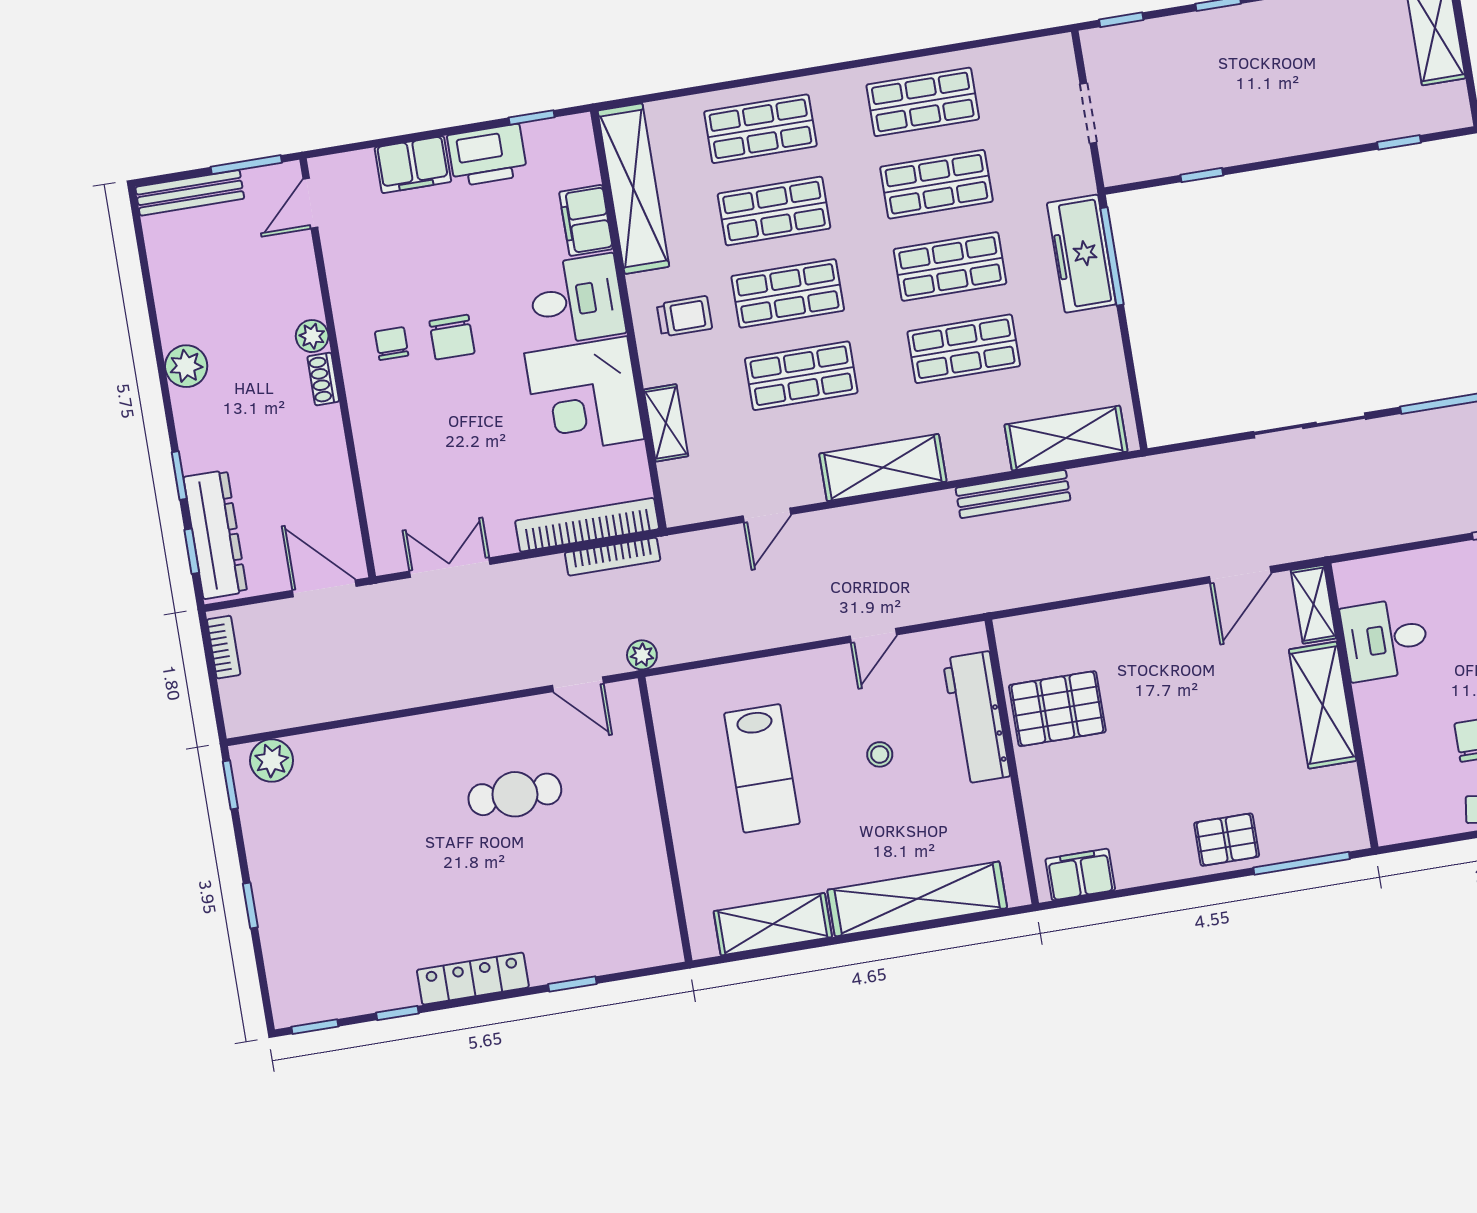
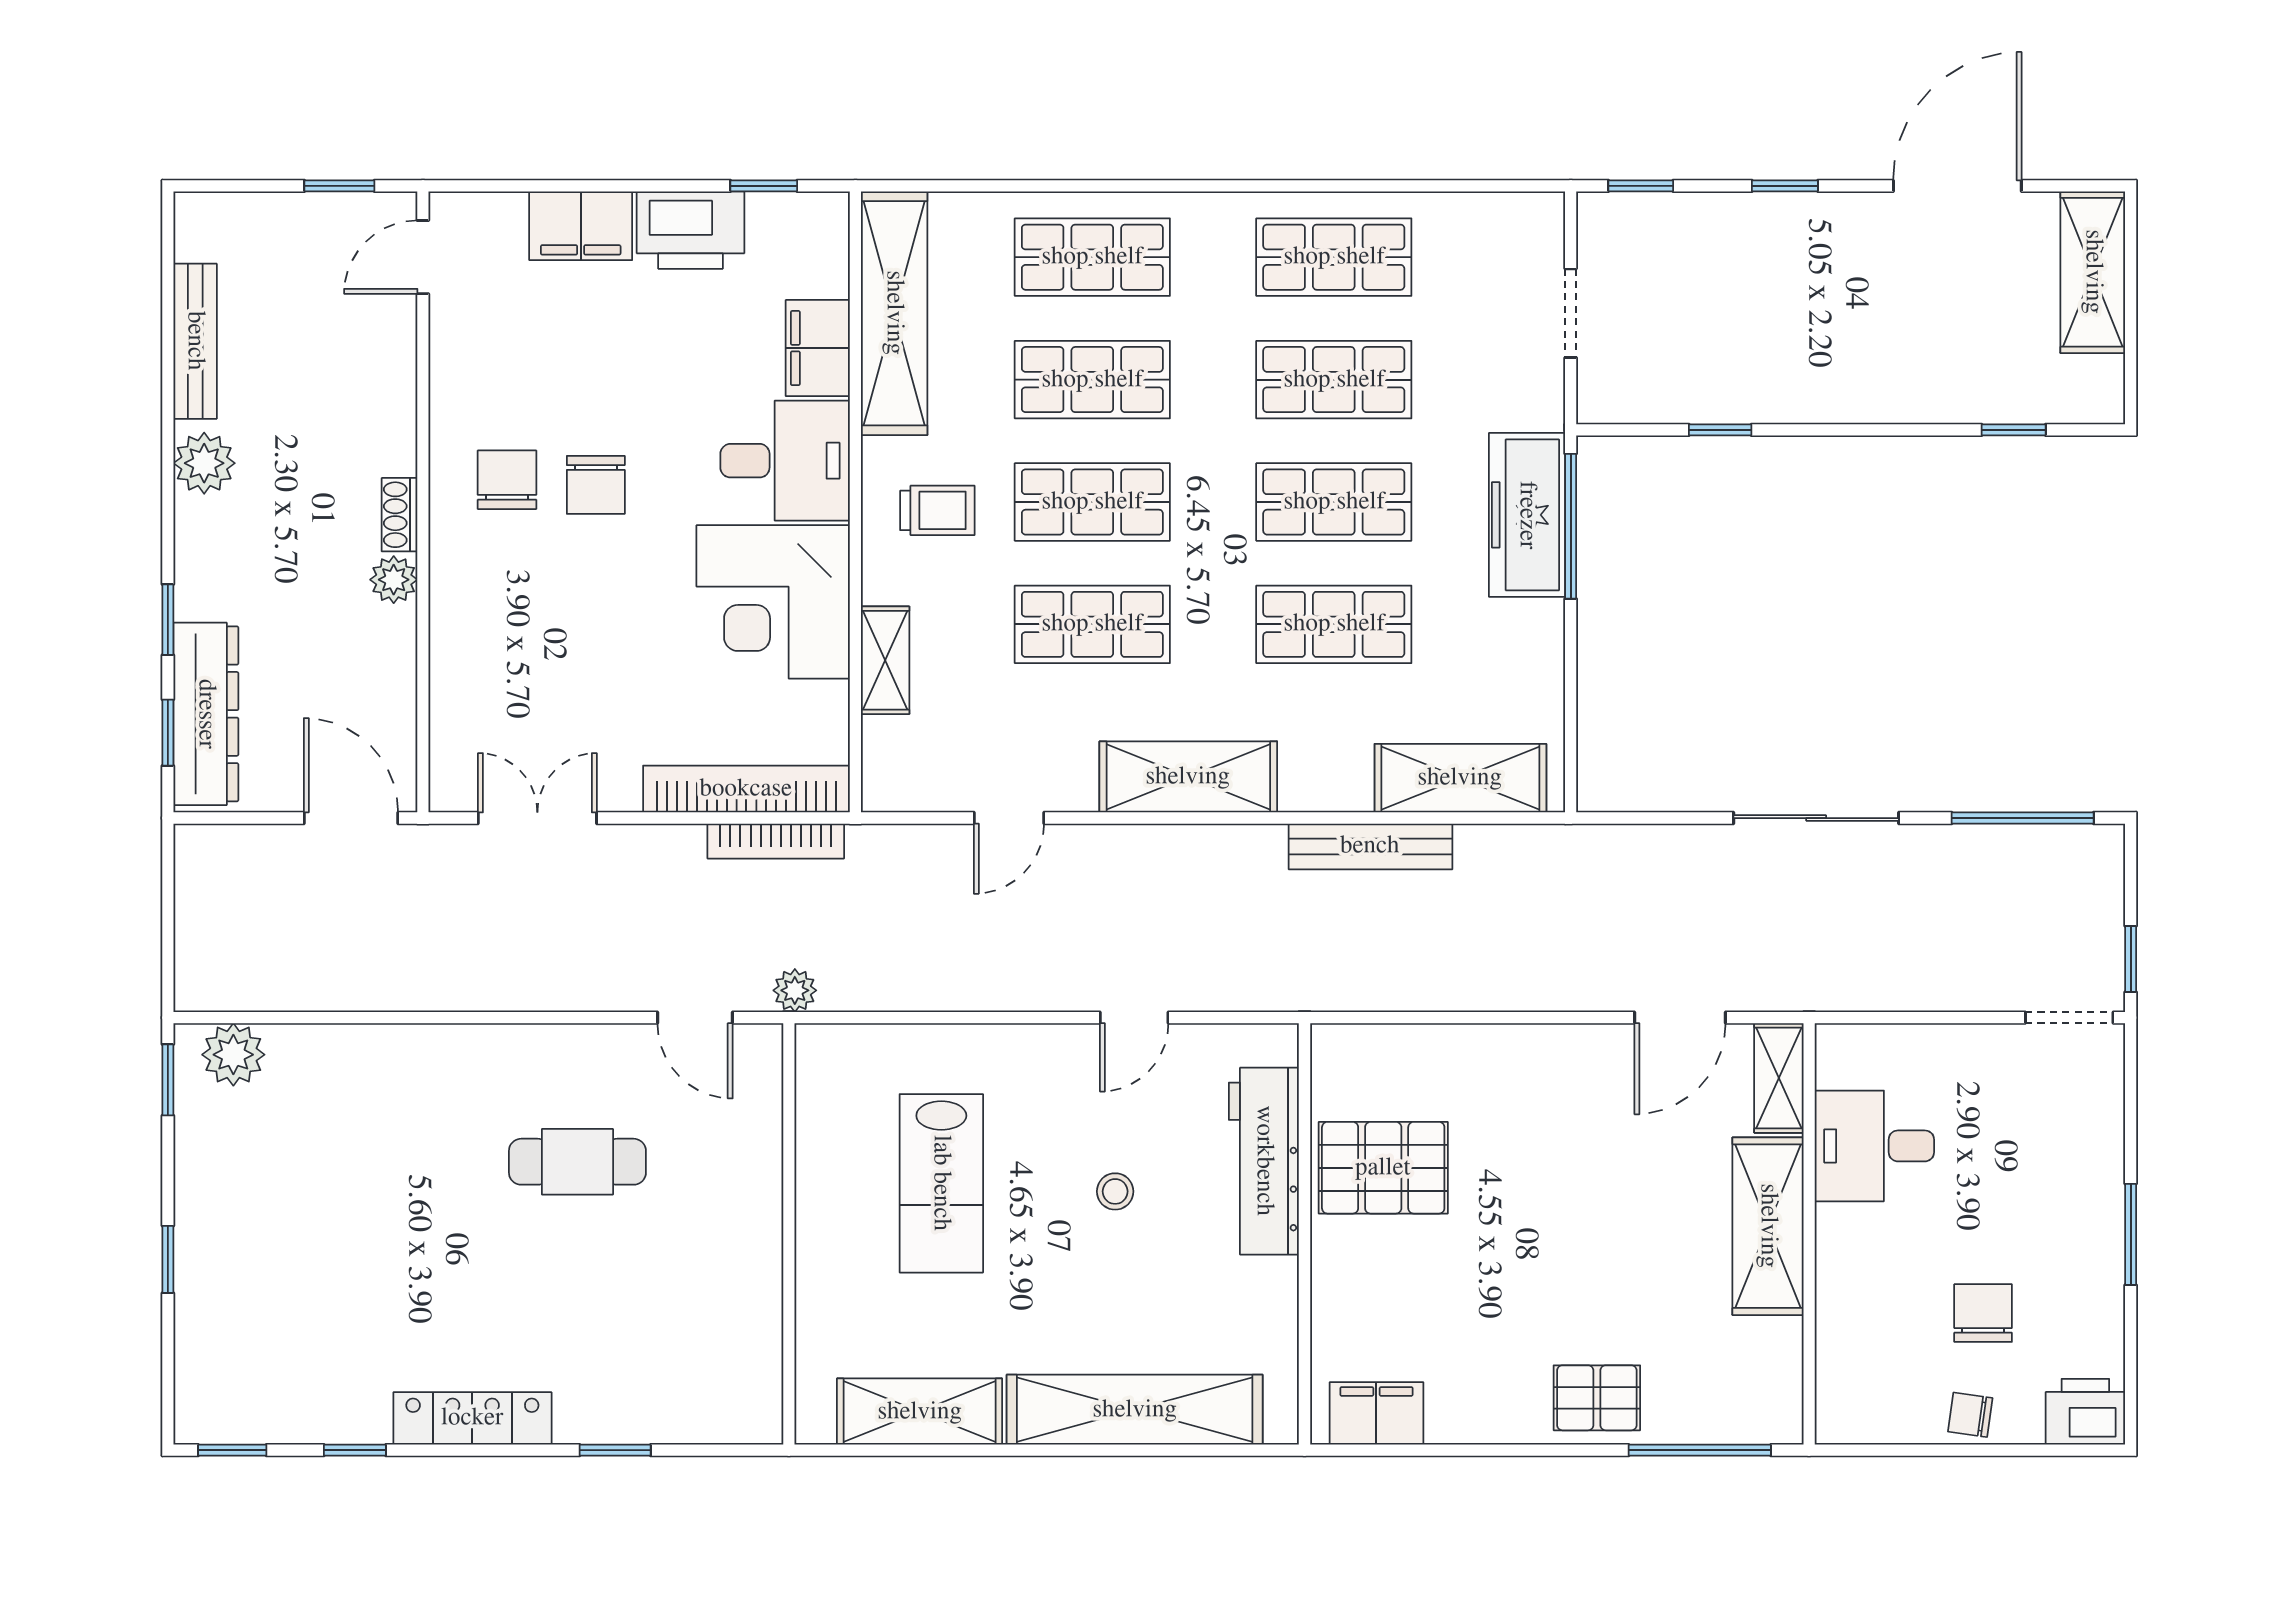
window: (246, 165) -> (339, 186), width x0.67
bench: (190, 193) -> (195, 341), moved, turned 90
plant: (312, 336) -> (394, 580), moved
chair: (392, 344) -> (507, 480), width x1.37, depth x1.37
bookcase: (224, 647) -> (191, 879), removed

